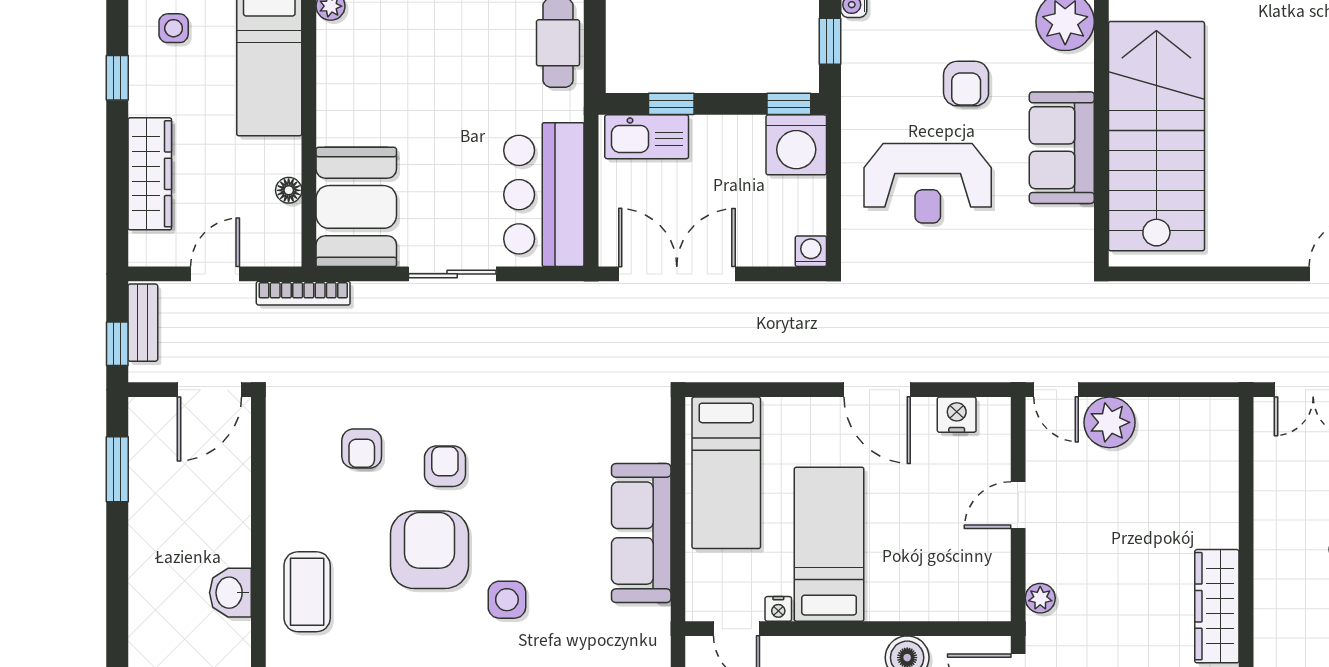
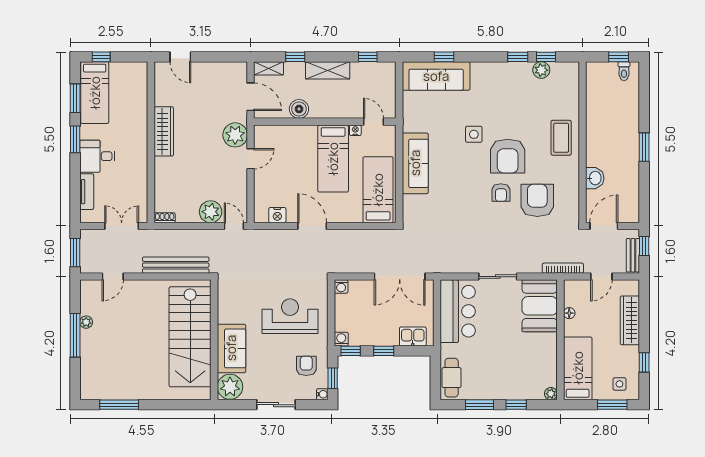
armchair: (966, 84) -> (306, 366), moved
window: (671, 104) -> (384, 351), moved
kitchen sink: (647, 137) -> (413, 337), width x0.73
washing machine: (796, 145) -> (341, 339), width x0.53, depth x0.53
sofa: (1062, 148) -> (231, 348), moved
bench: (1189, 300) -> (176, 265), added
shoe rack: (1215, 409) -> (165, 218), added
armchair: (362, 448) -> (537, 200), width x1.88, depth x1.88
window: (117, 469) -> (644, 147), moved
door: (1018, 505) -> (251, 159), moved
washbasin: (230, 593) -> (595, 178), moved
plant: (1040, 598) -> (235, 135), width x1.87, depth x1.87

